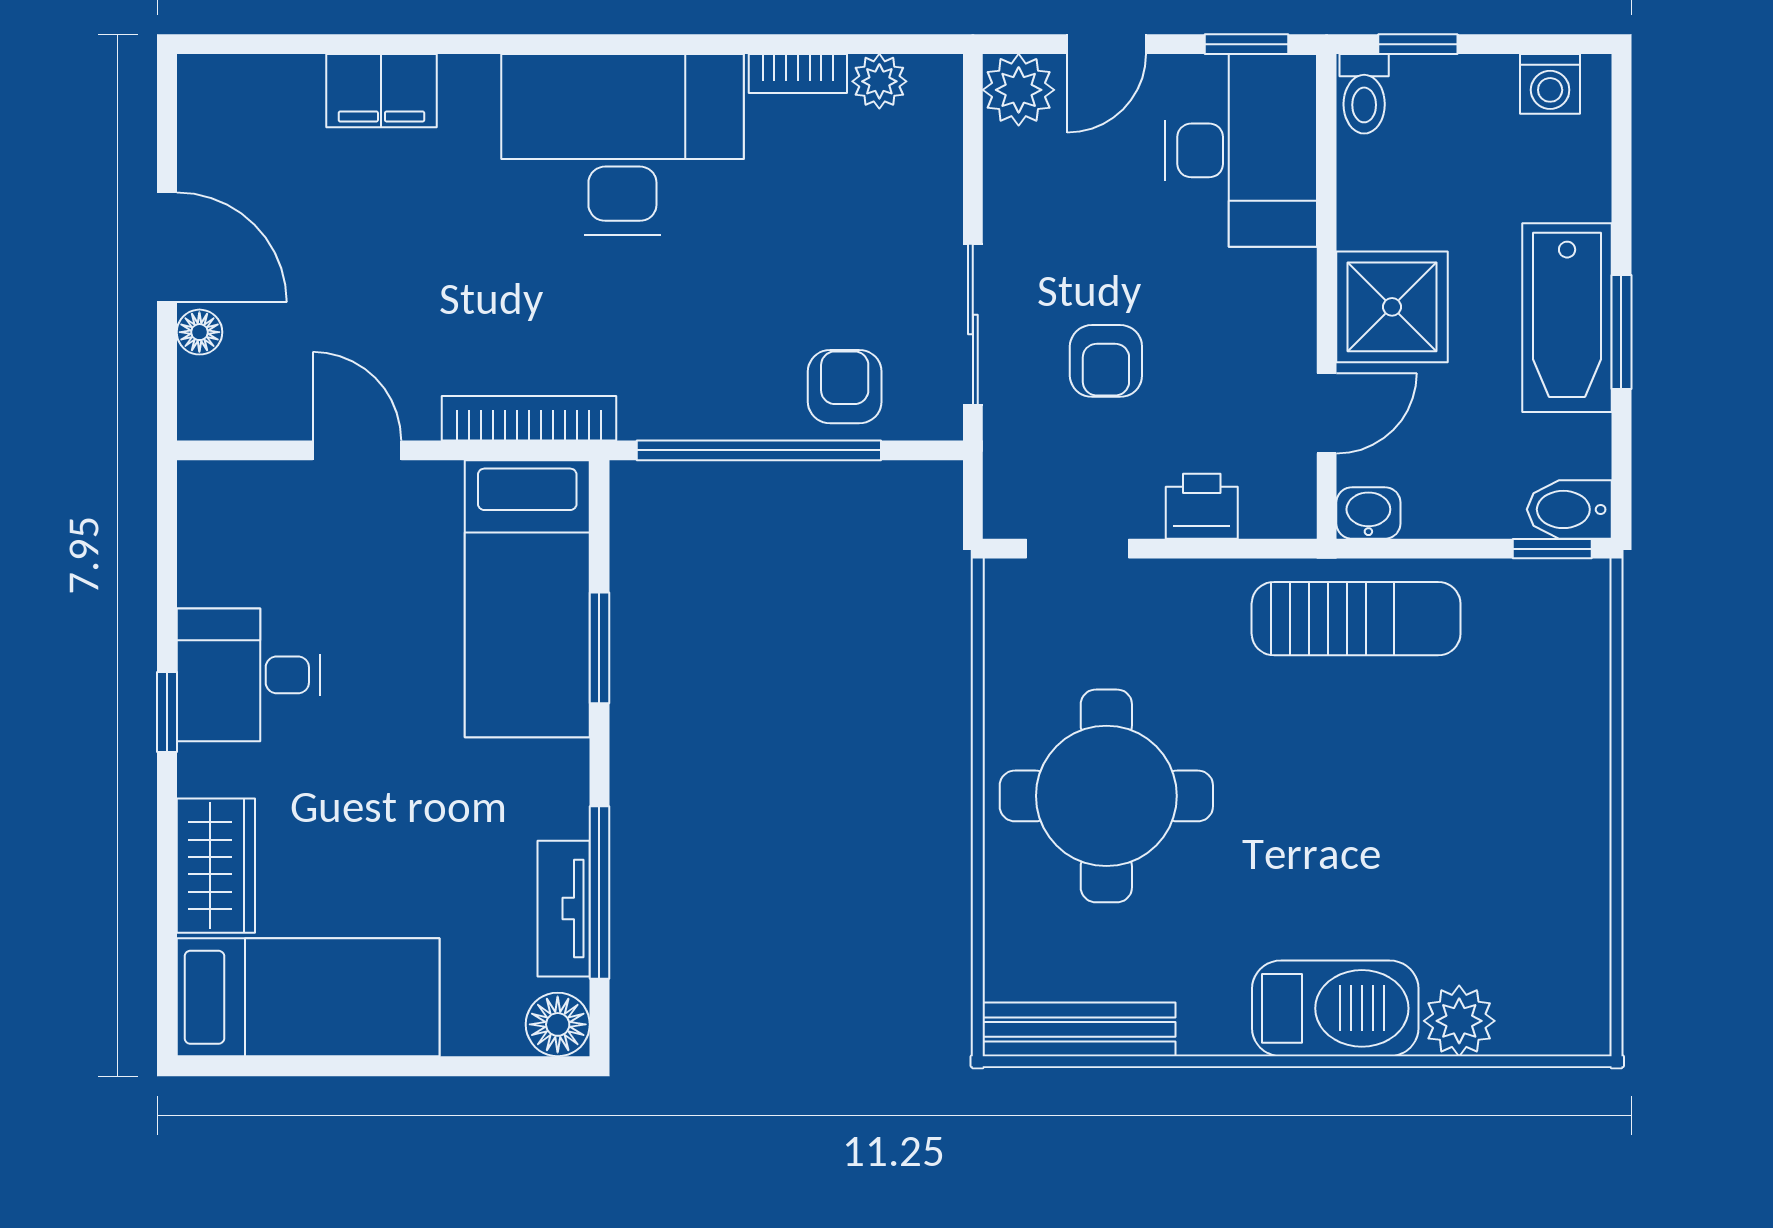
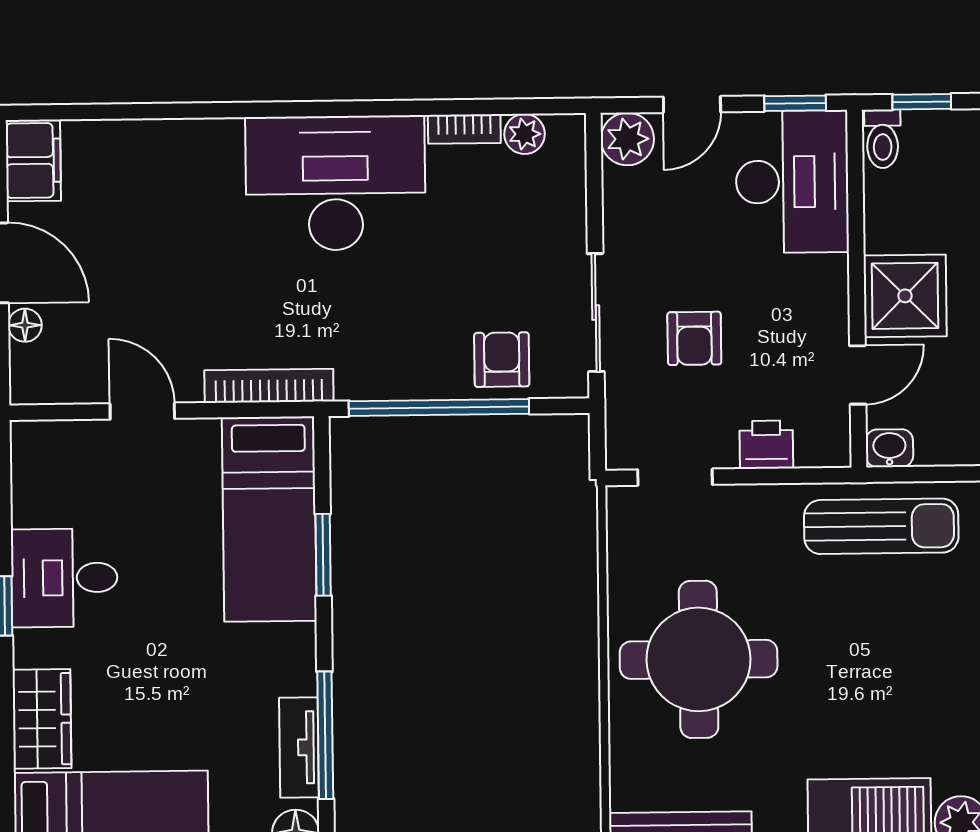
filing cabinet: (381, 91) -> (33, 160), moved, turned -90

